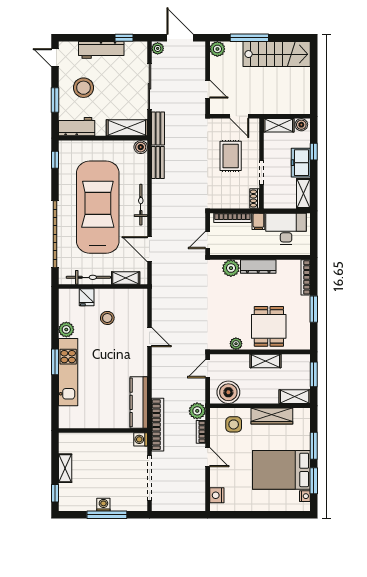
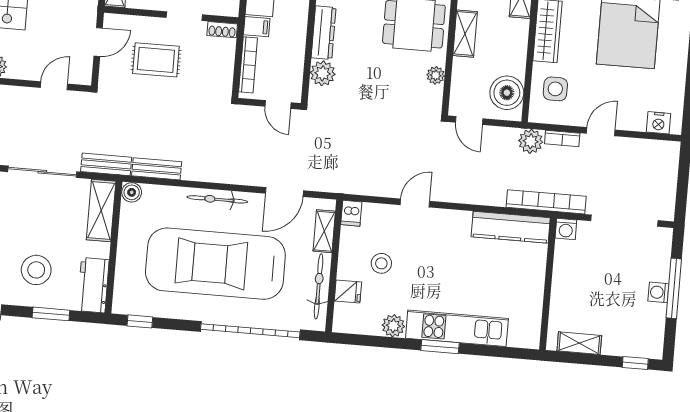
dishwasher: (139, 295) -> (351, 213), added
shelving: (65, 468) -> (579, 343), moved

